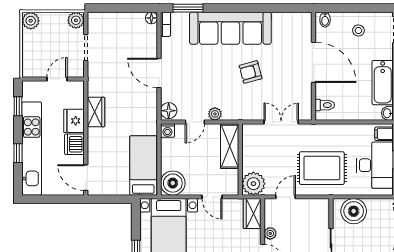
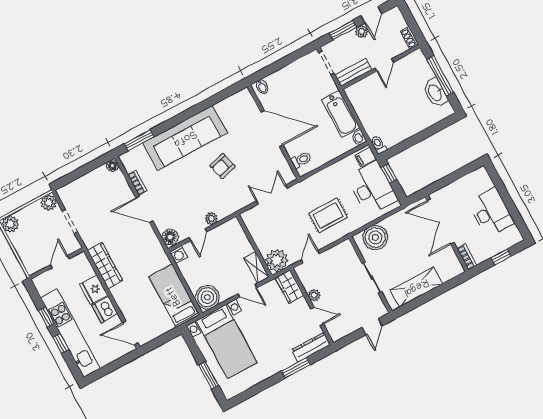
bookcase: (165, 24) -> (137, 183), moved
stool: (358, 31) -> (296, 80), removed
window: (18, 106) -> (46, 317), moved
wardrobe: (96, 112) -> (105, 265), width x1.50
shelving: (230, 146) -> (257, 267), moved, width x0.67, depth x0.75
rug: (322, 168) -> (328, 215), width x0.73, depth x0.70

